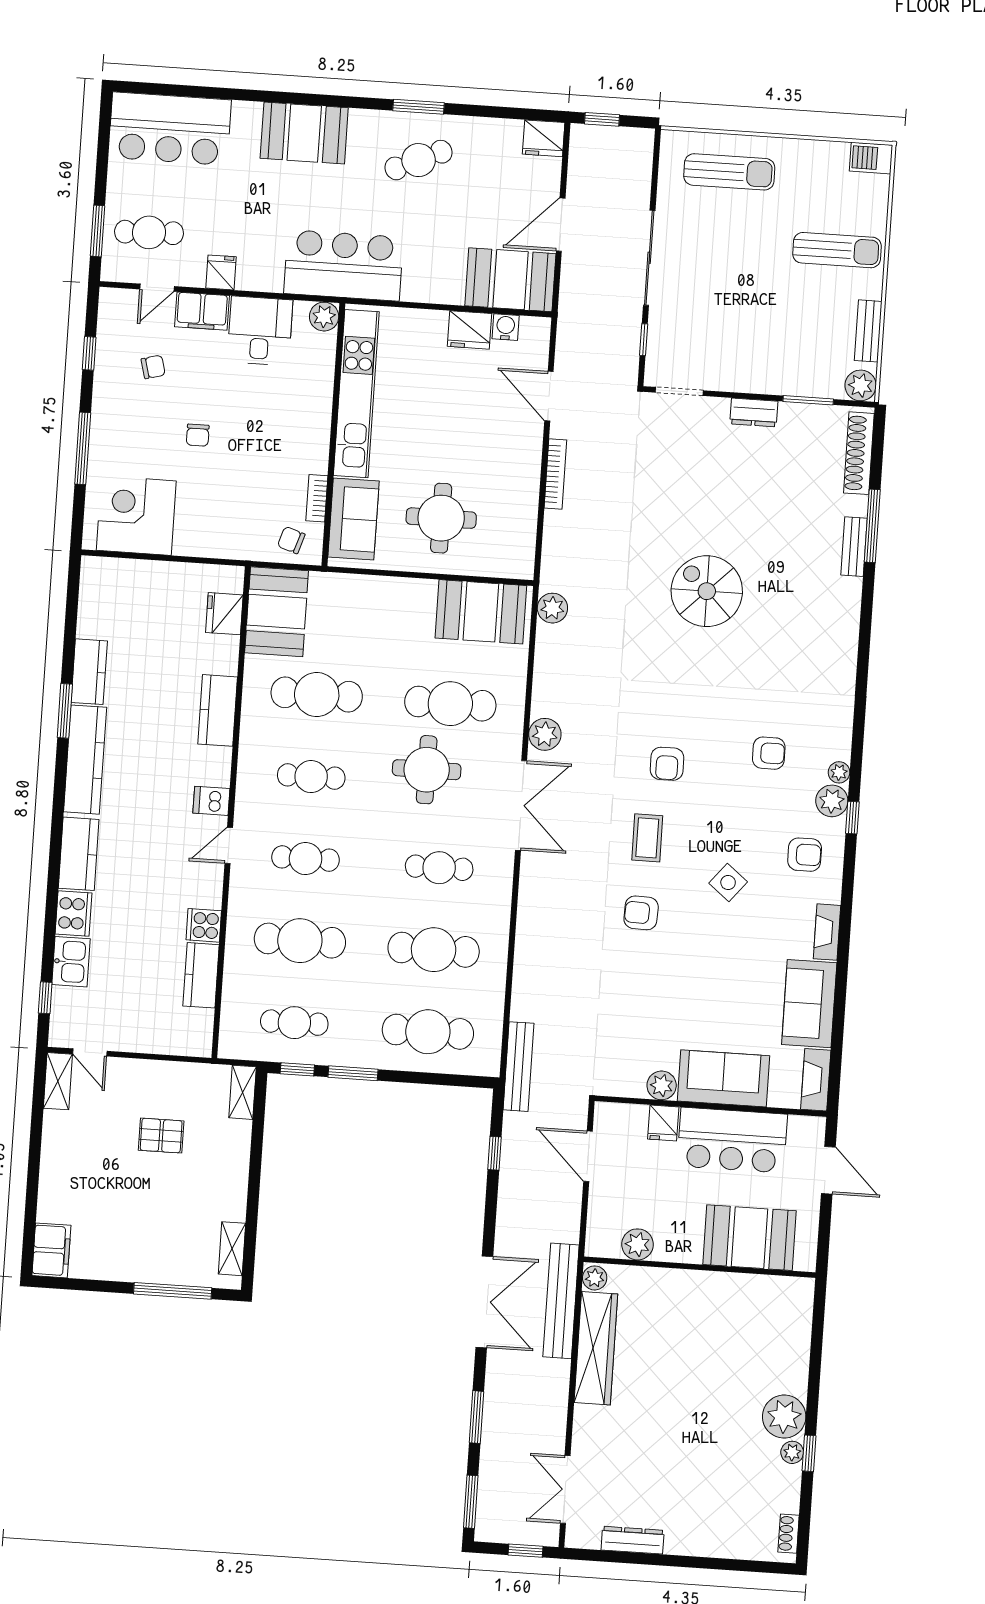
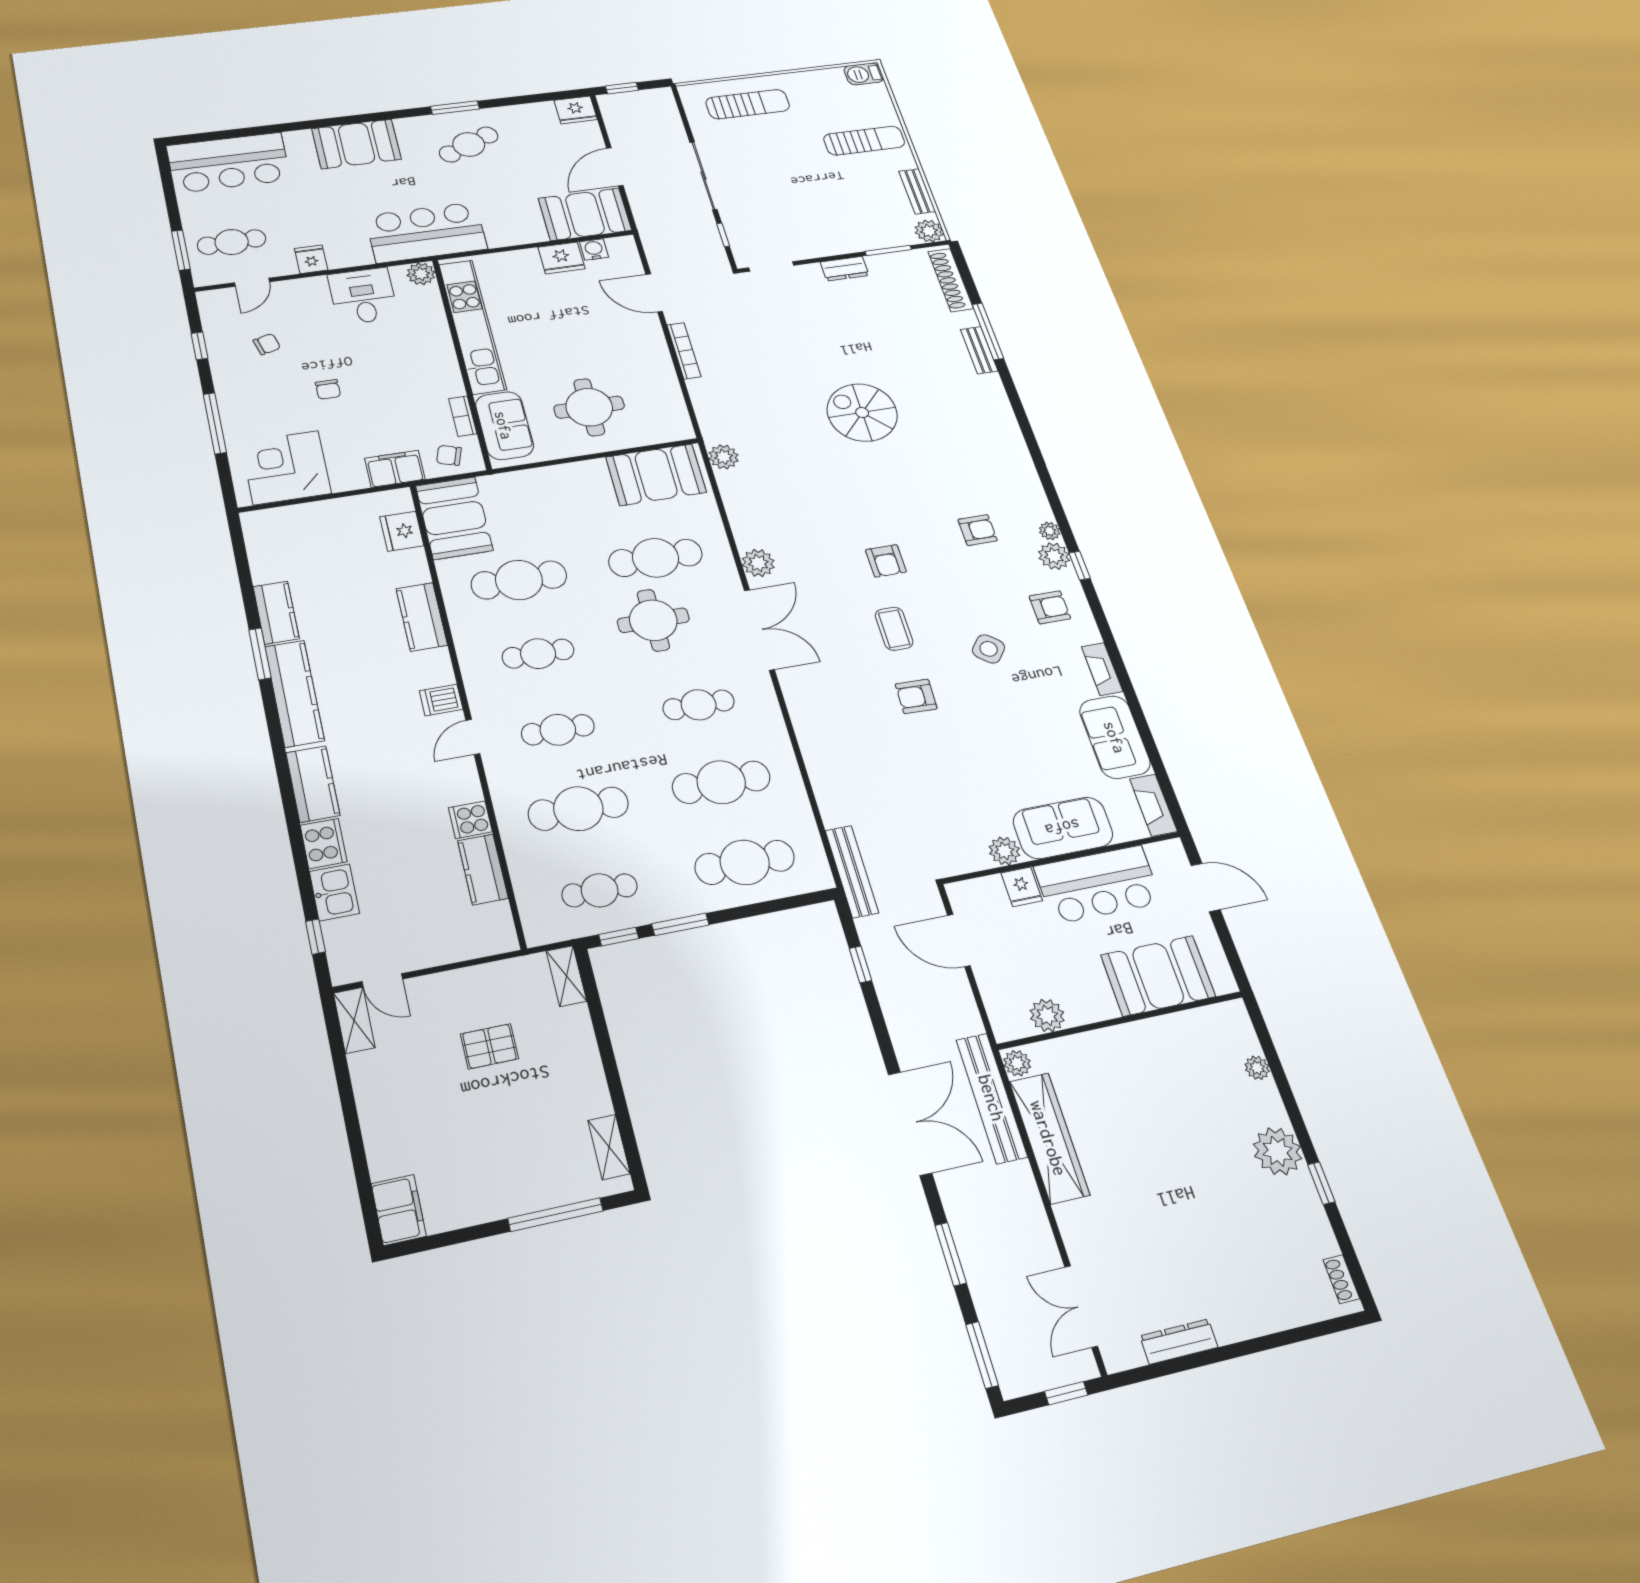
filing cabinet: (202, 311) -> (395, 469), moved, turned 180
plant: (792, 1452) -> (1257, 1068), moved

